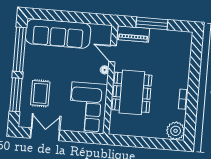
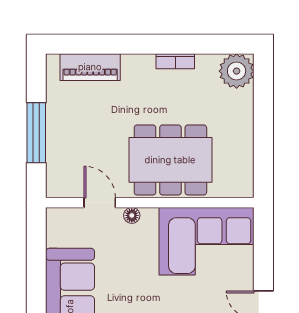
piano: (133, 34) -> (90, 67), moved, turned 90
door: (113, 54) -> (100, 203), swing flipped

